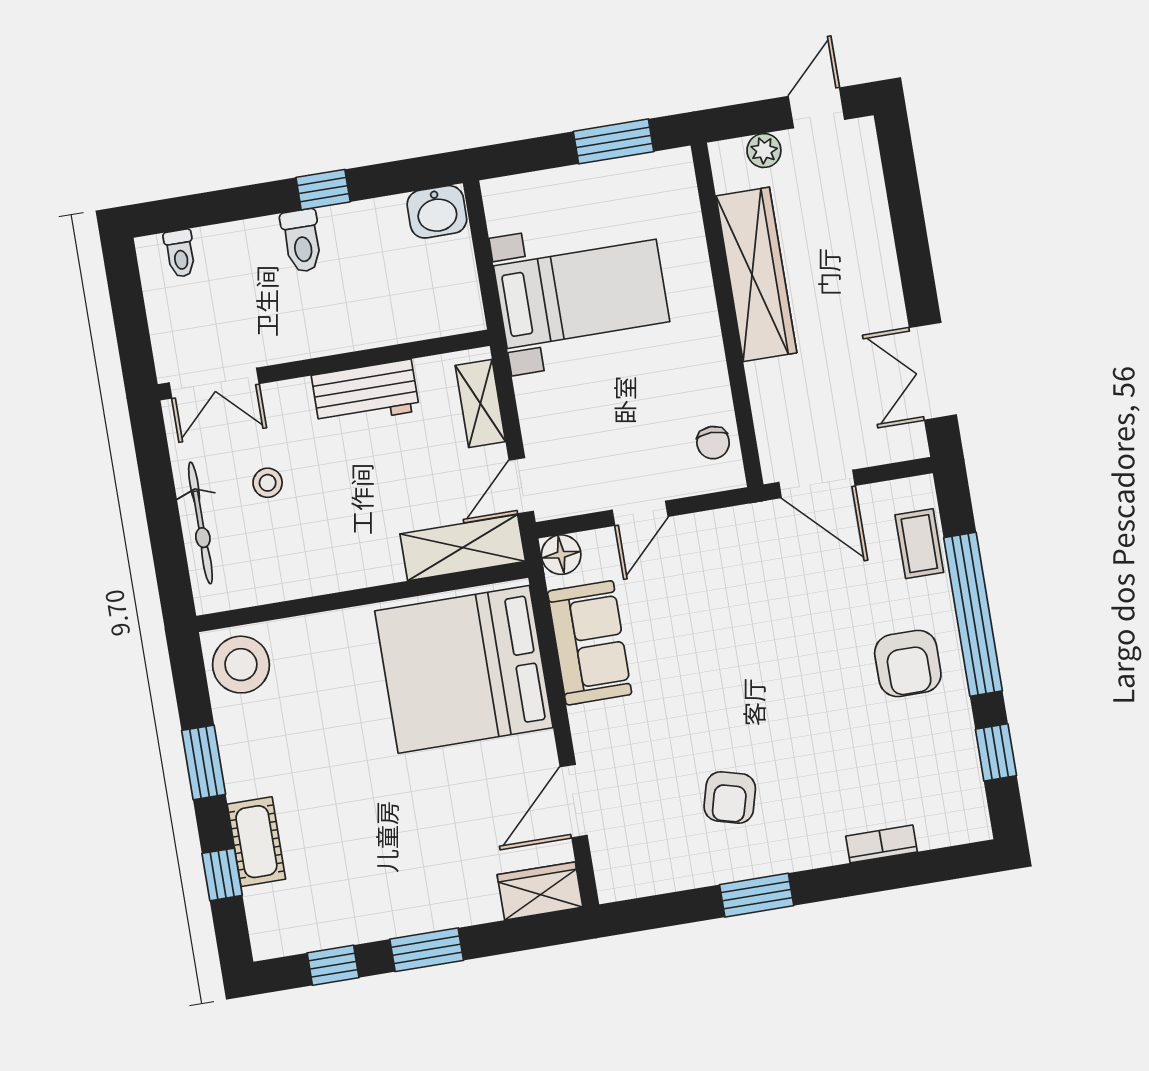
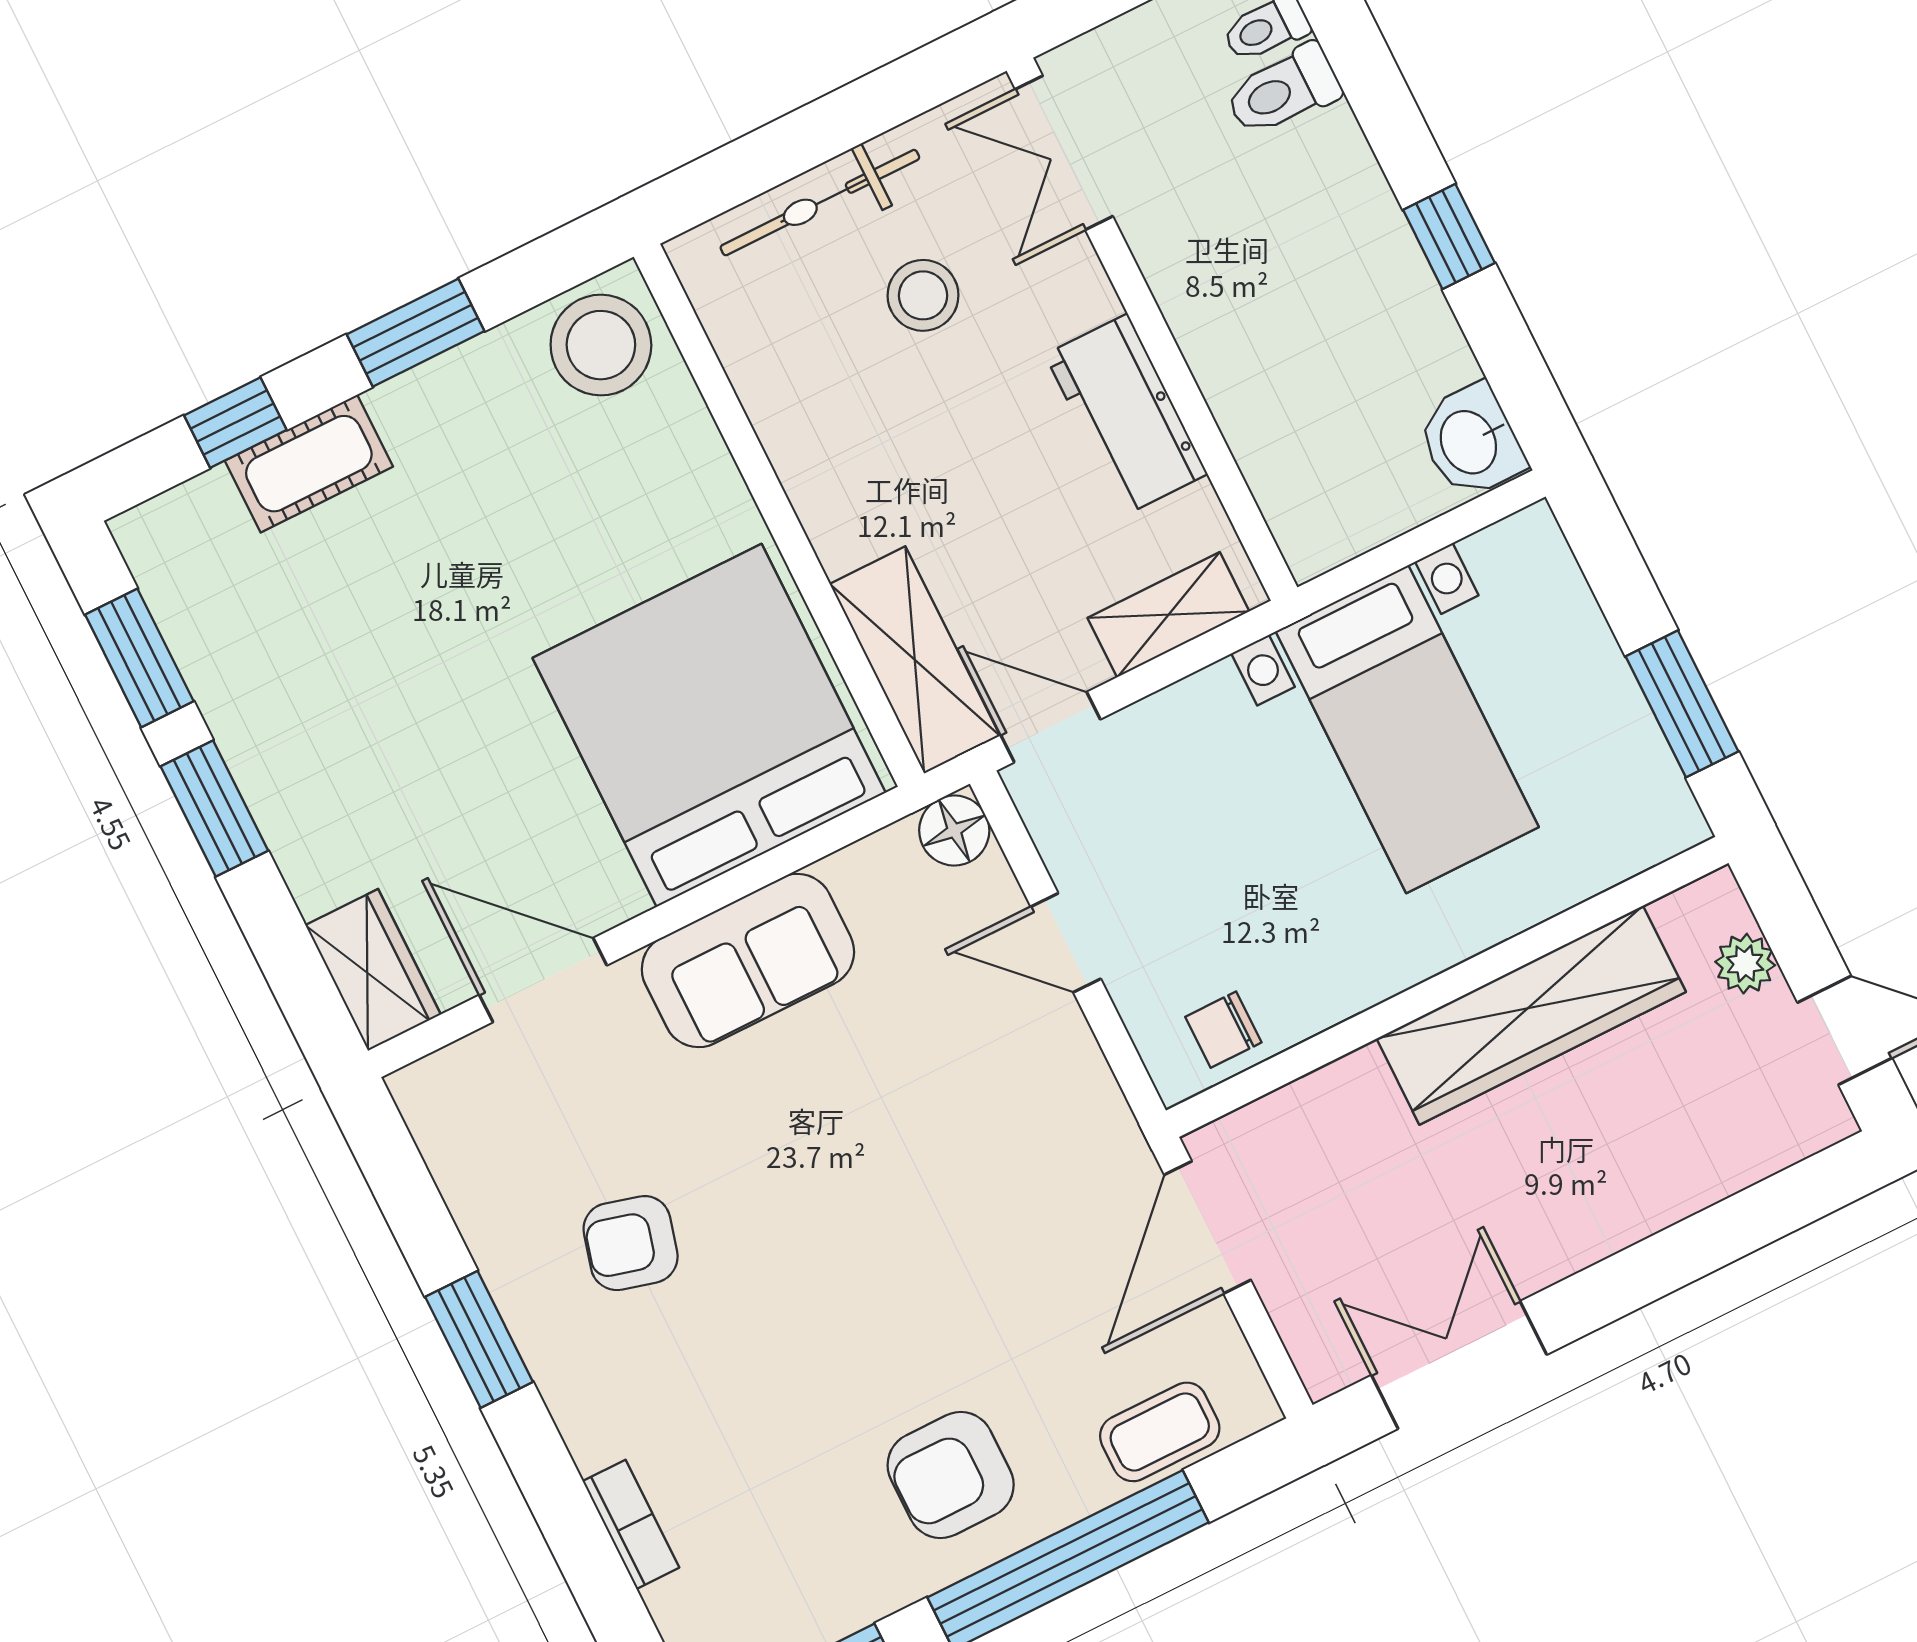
toilet: (302, 241) -> (1283, 91), moved
stool: (268, 483) -> (923, 295), width x1.37, depth x1.37
sofa: (590, 643) -> (748, 960), moved
window: (333, 965) -> (139, 658), width x1.50

